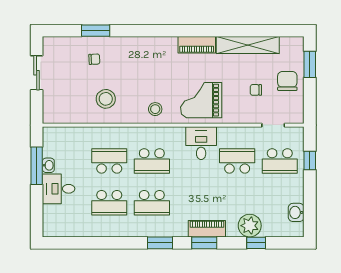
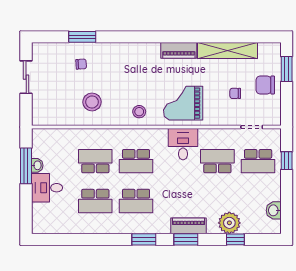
chair: (287, 81) -> (265, 85), turned -90

